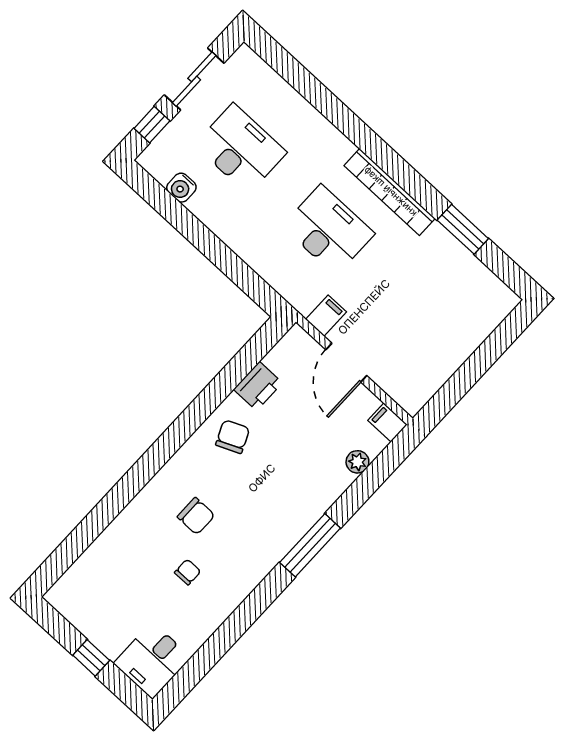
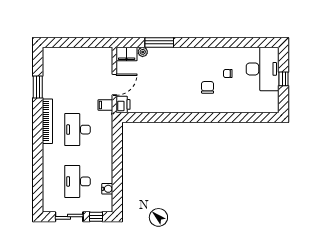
printer: (258, 386) -> (123, 104), moved, turned 90
filing cabinet: (388, 423) -> (127, 54), width x2.00
chair: (233, 437) -> (171, 99), removed
window: (310, 545) -> (159, 42), moved
desk: (152, 660) -> (263, 69), width x1.87, depth x1.30

